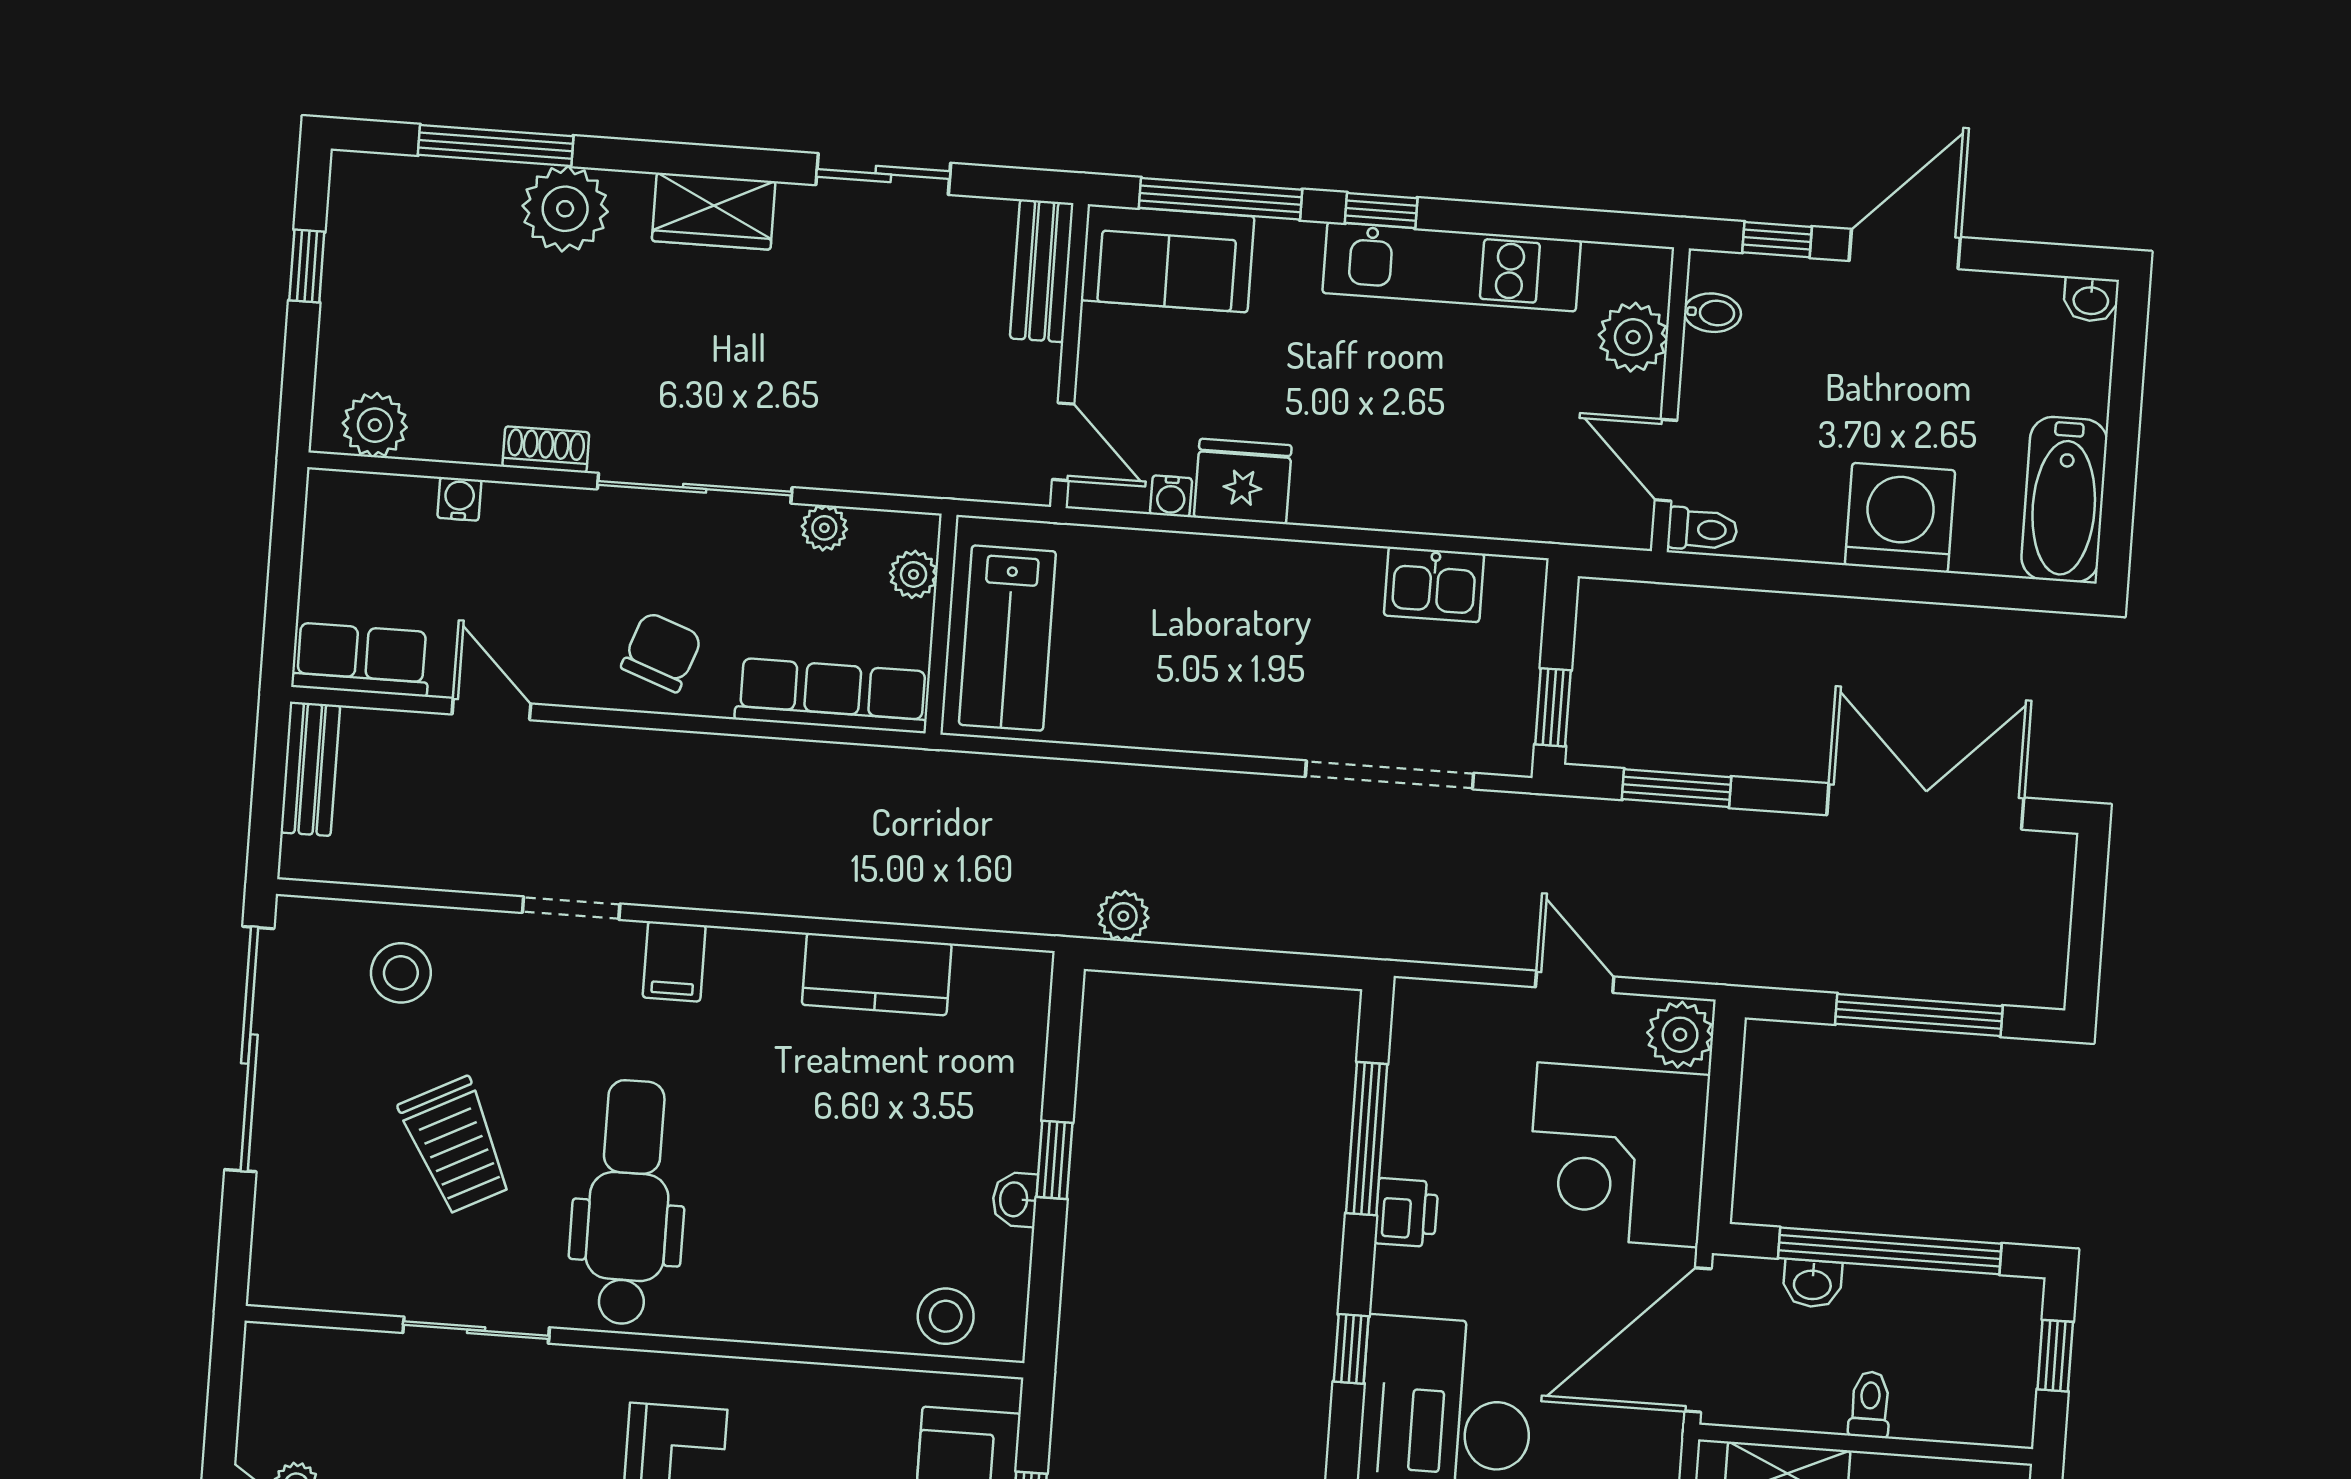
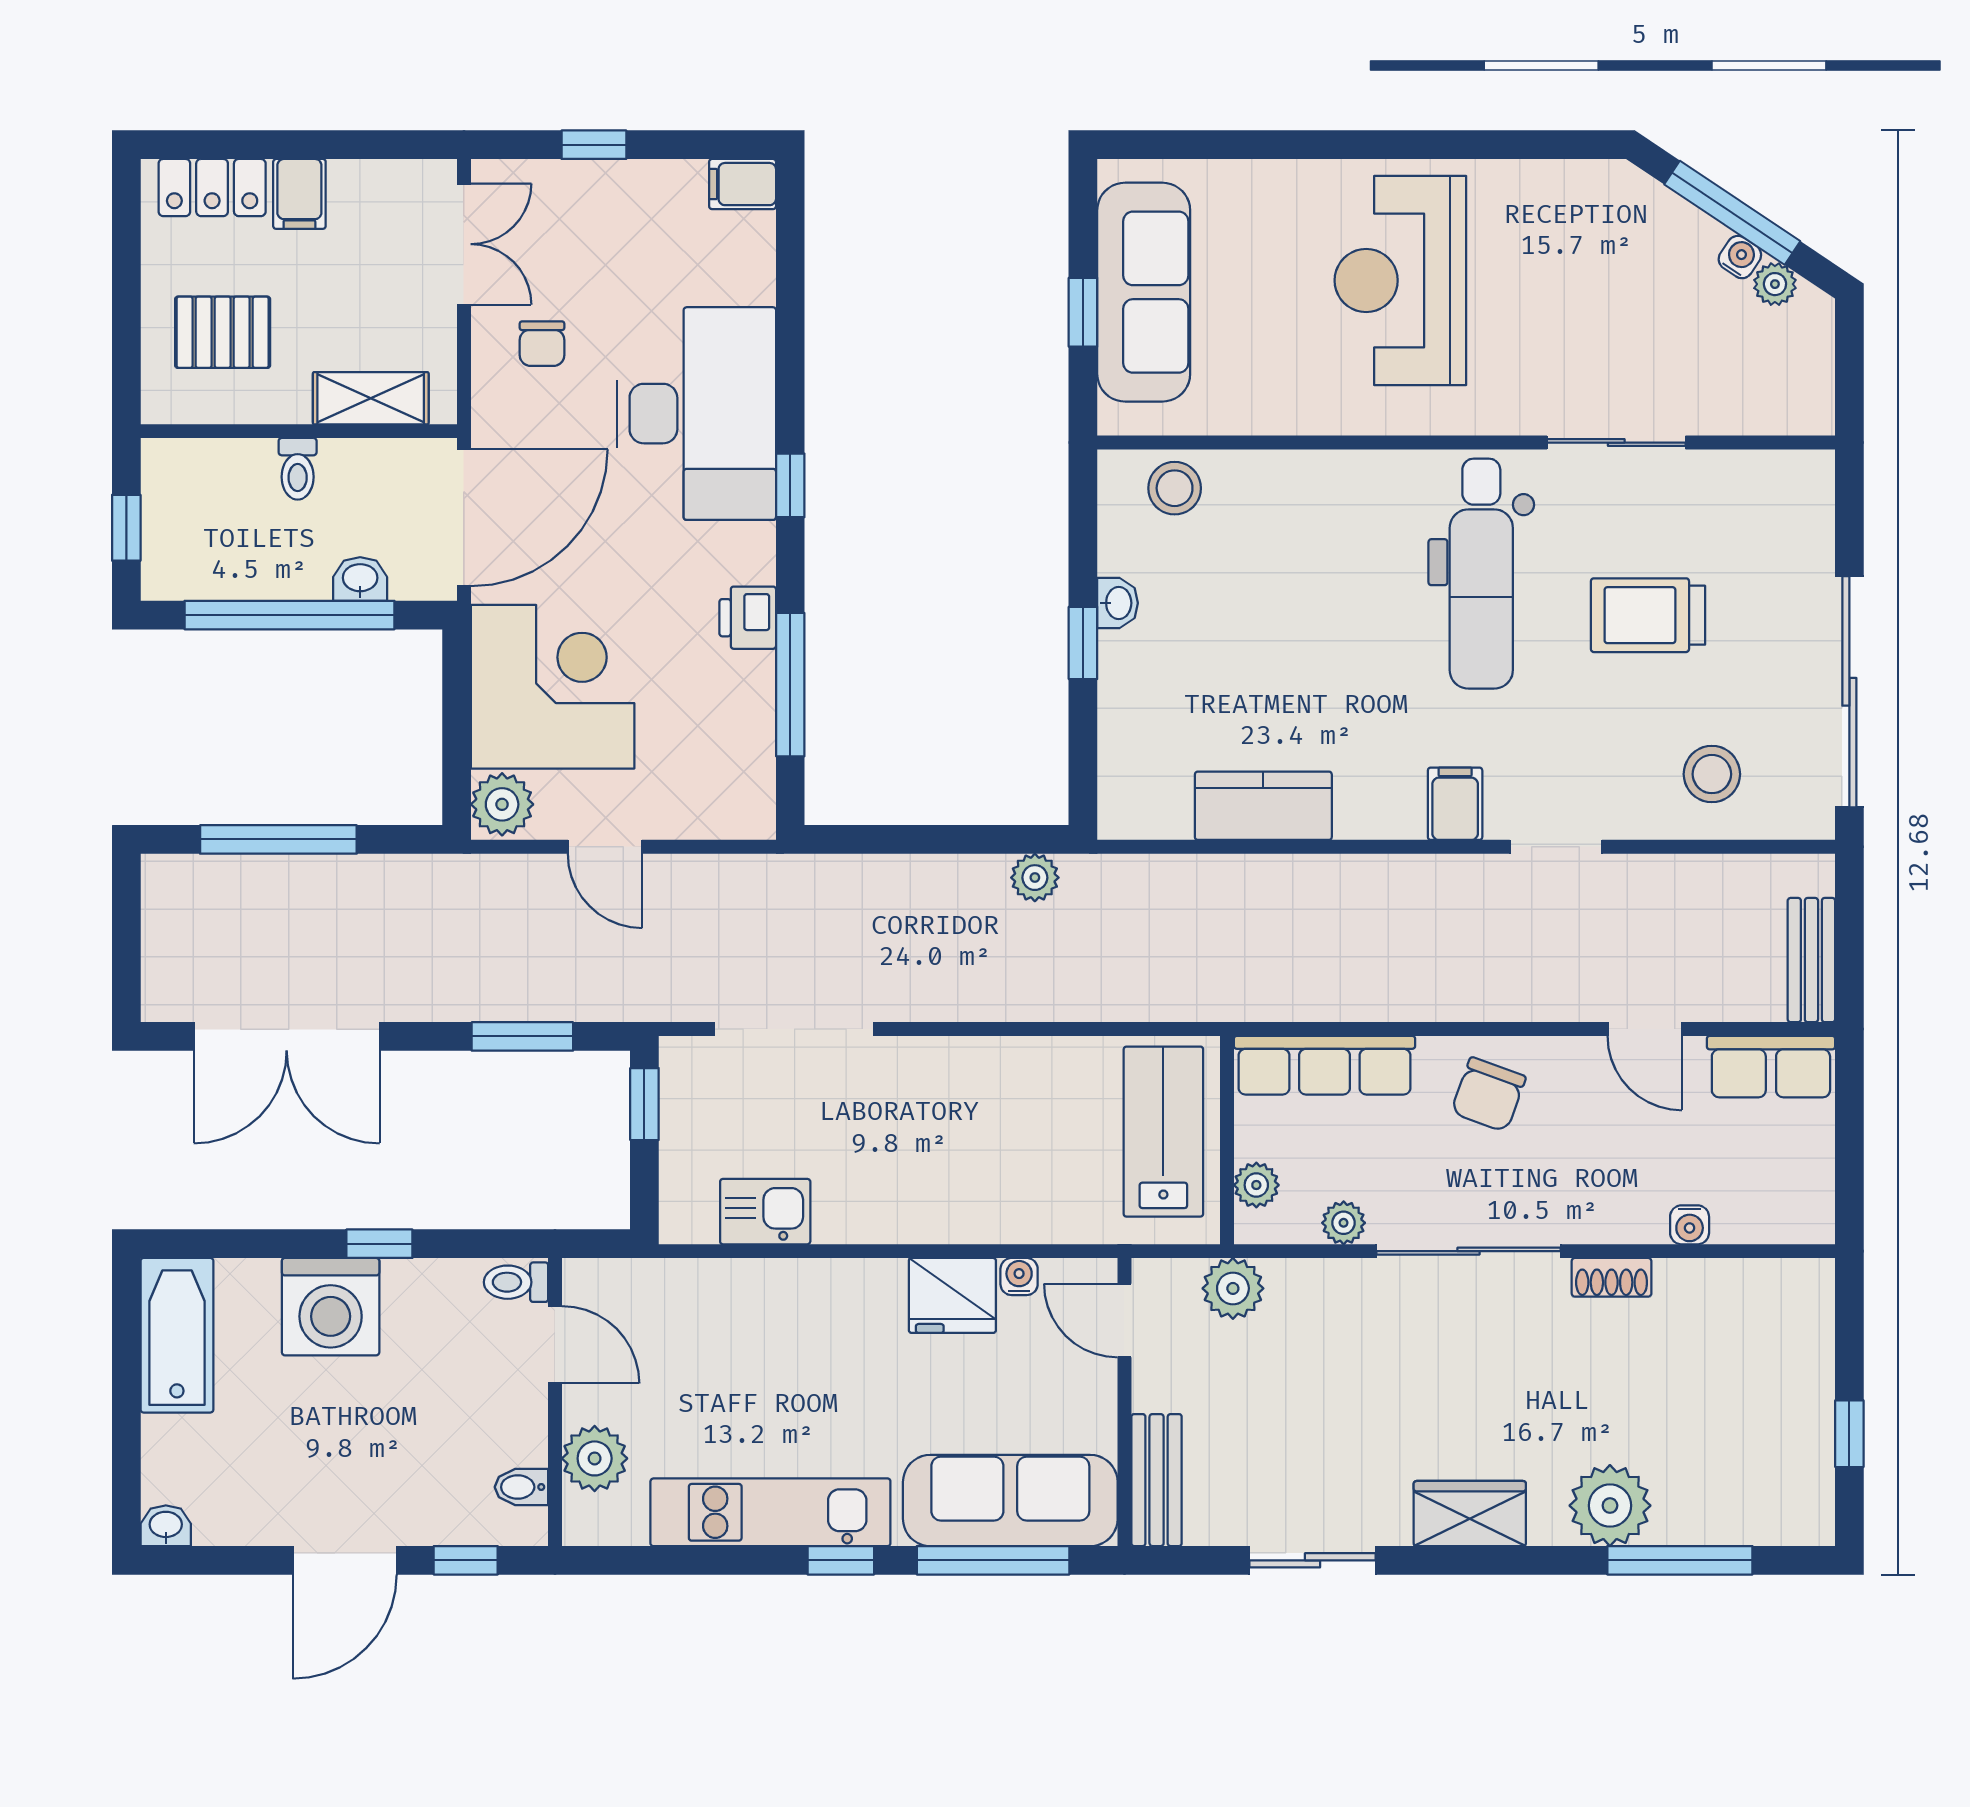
sofa: (1168, 258) -> (1010, 1500), width x1.36
plant: (375, 425) -> (1233, 1288), moved
window: (1844, 580) -> (379, 1244), added
trolley: (456, 1146) -> (1648, 615), turned -63

